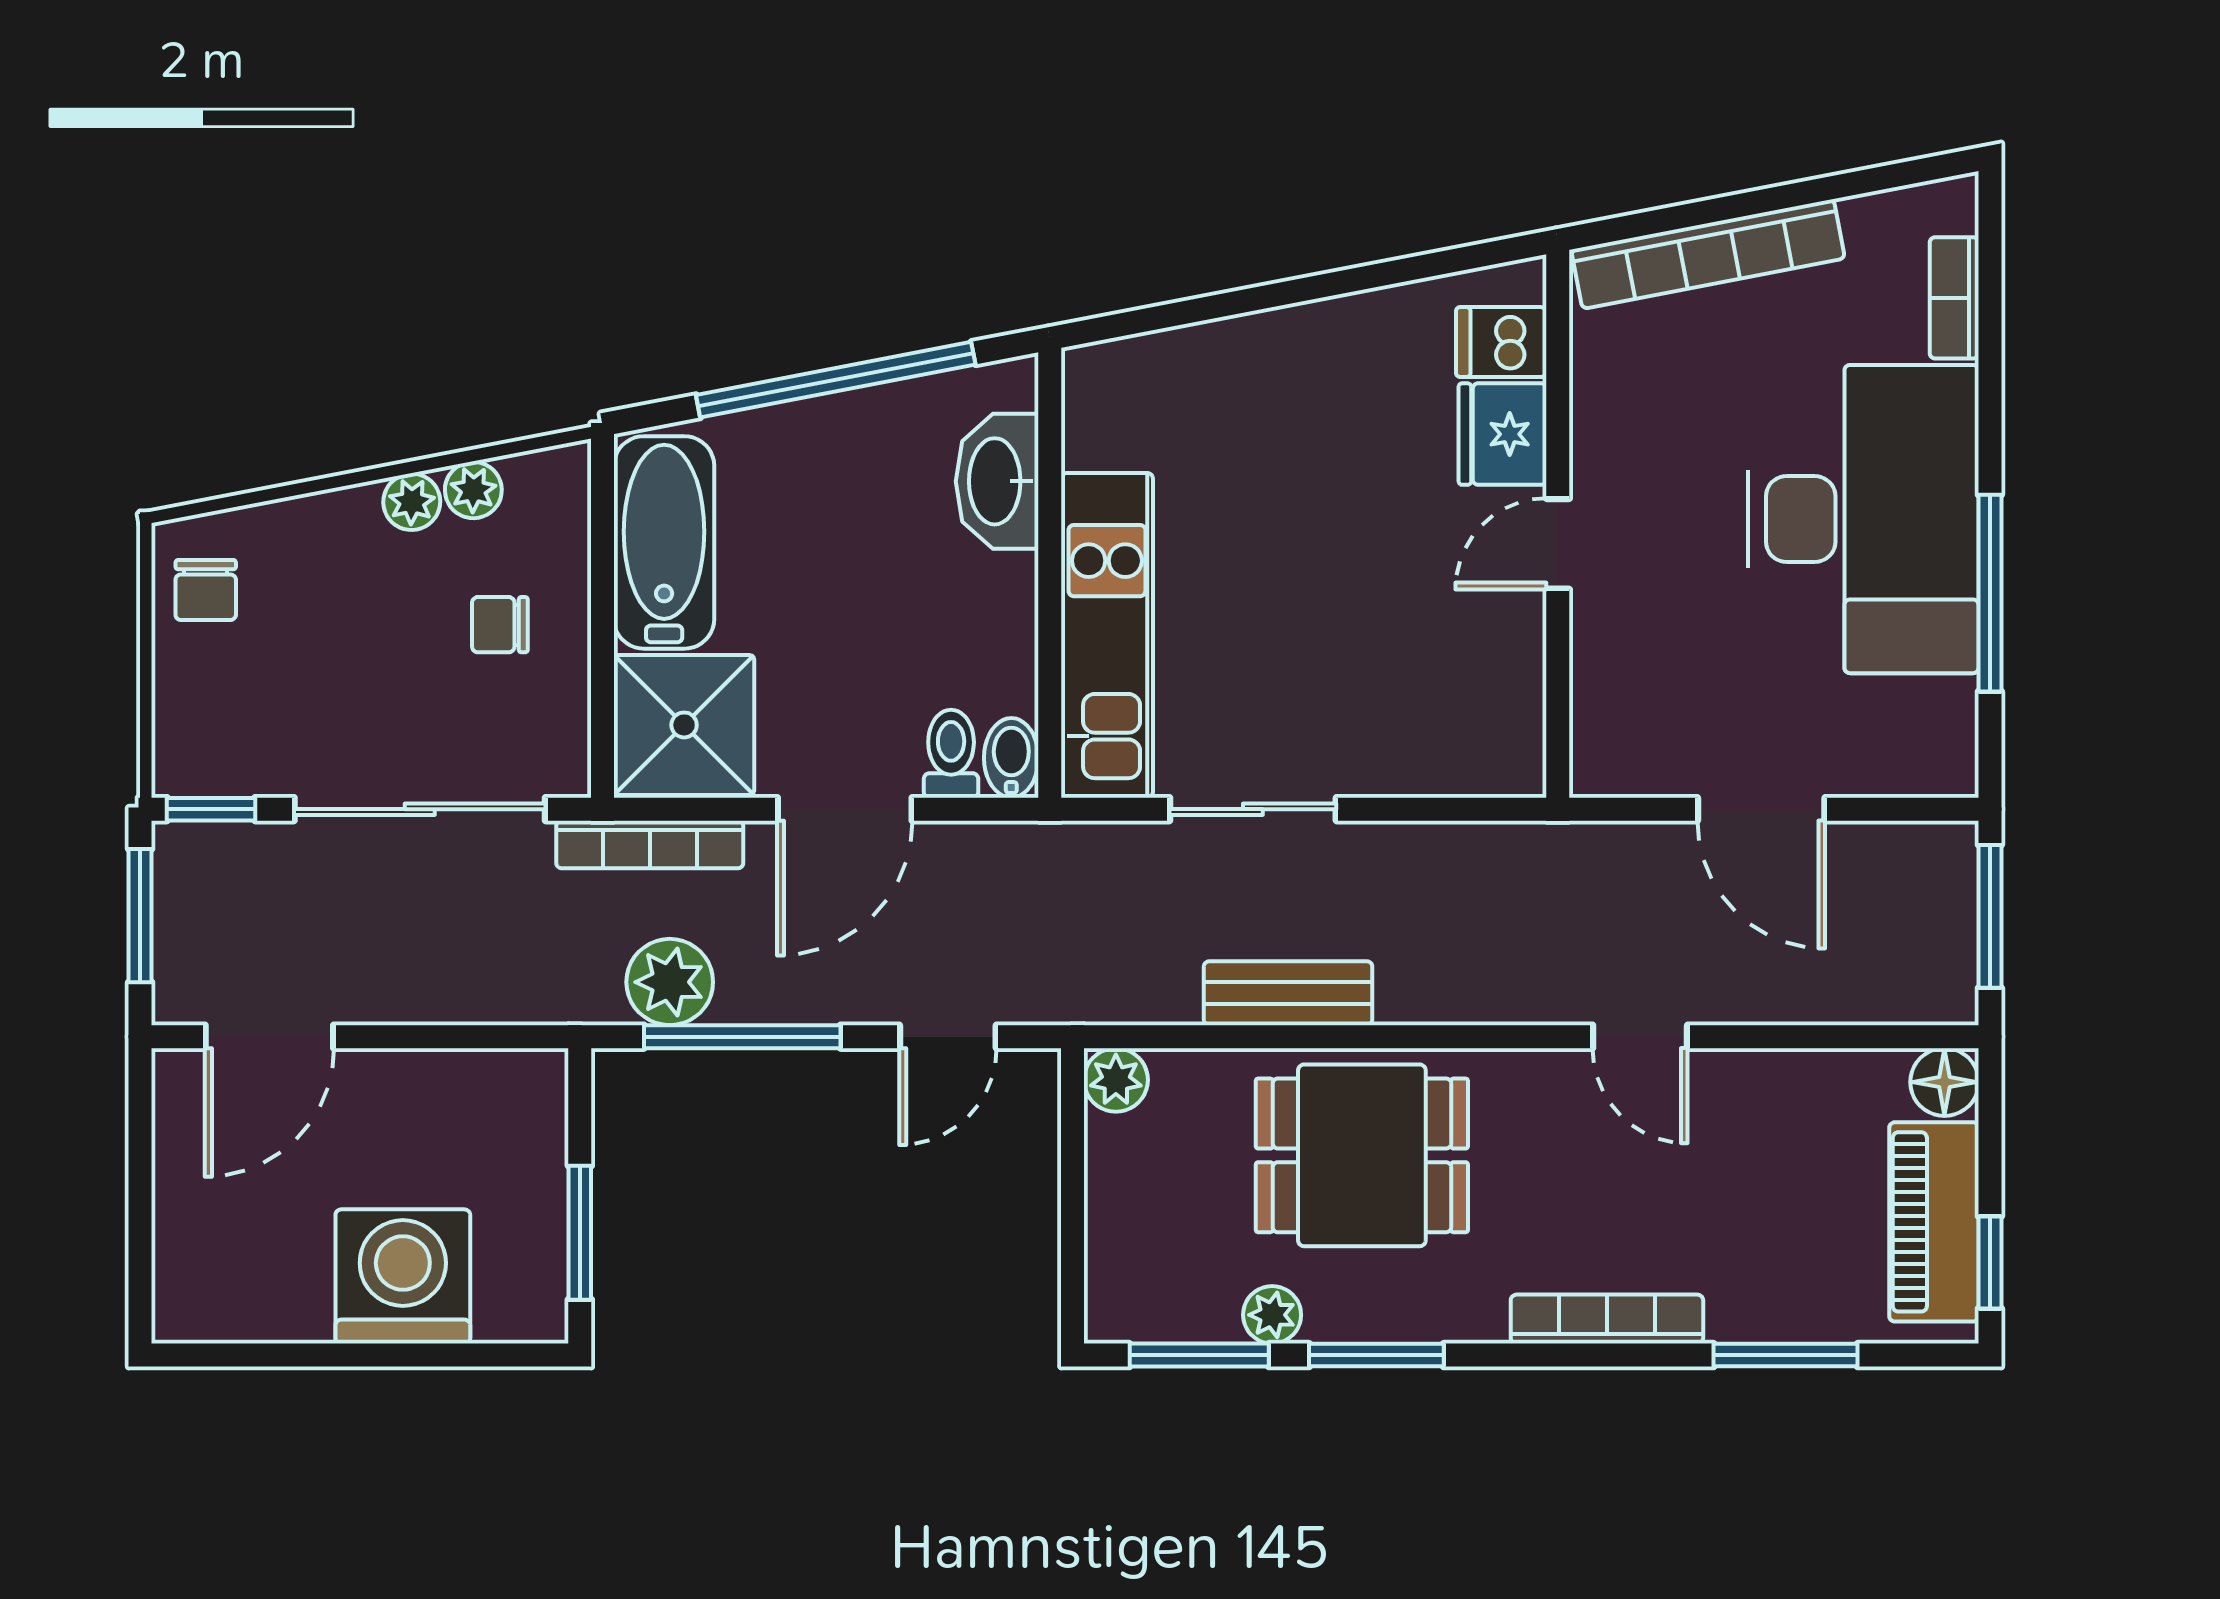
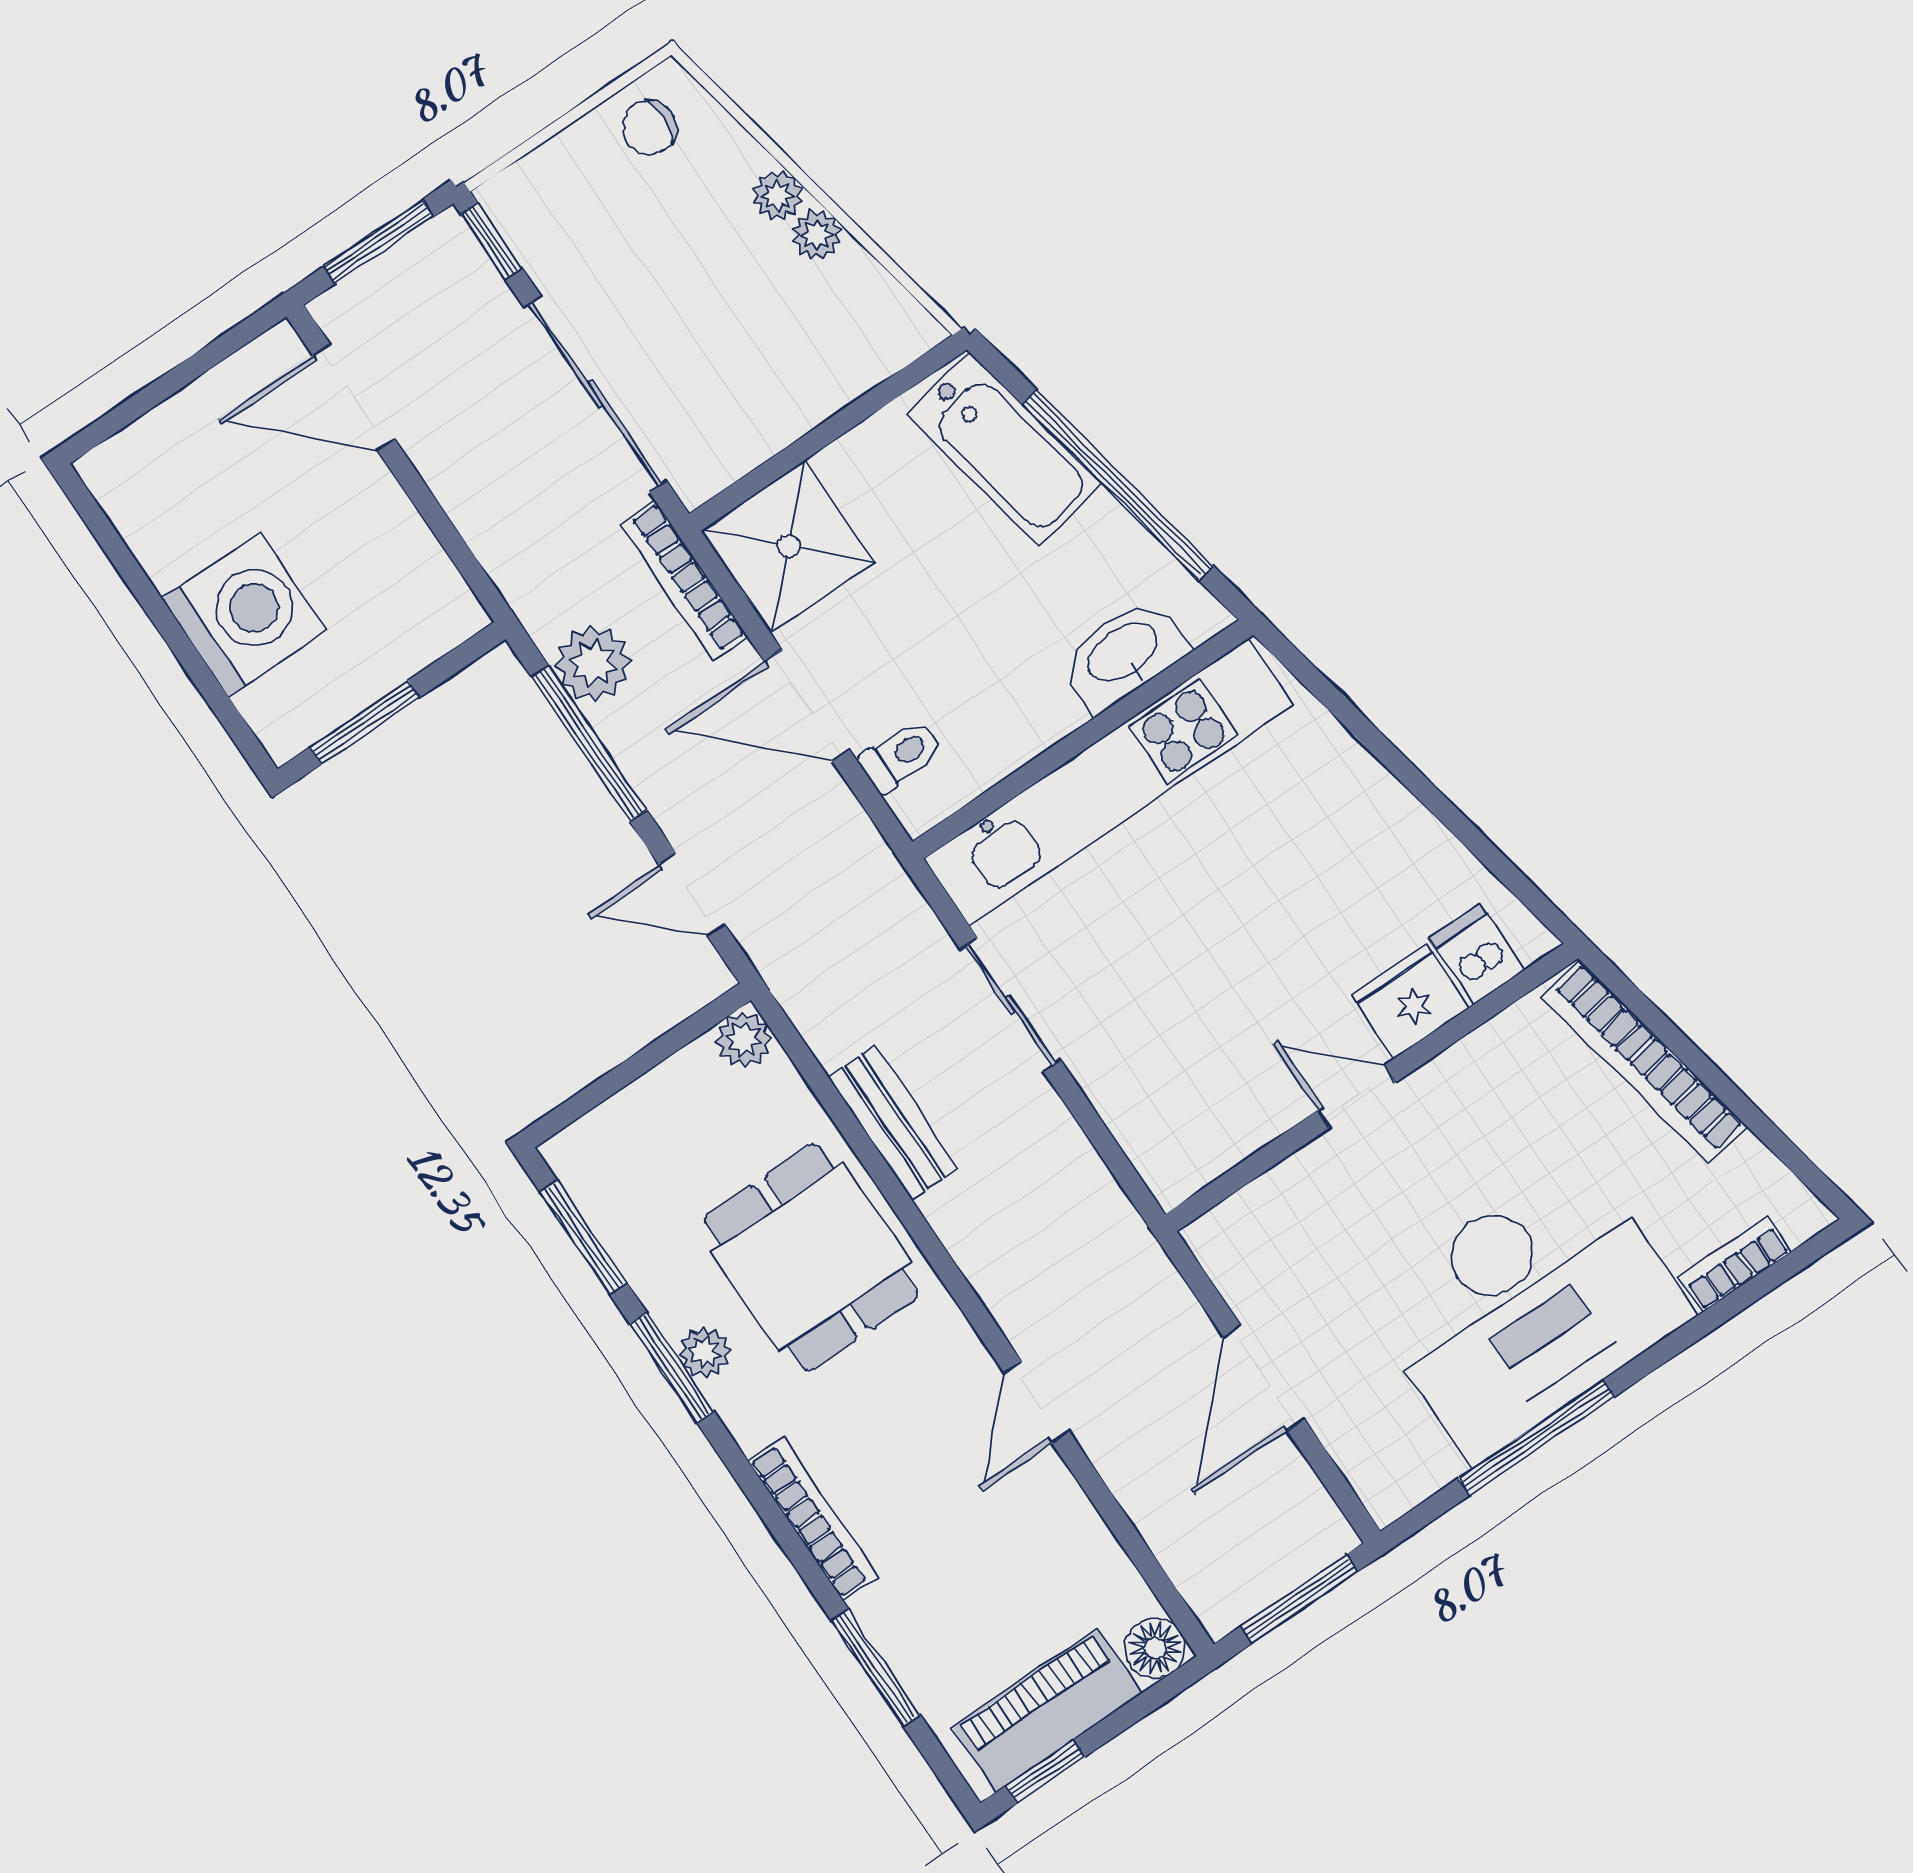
plant: (473, 490) -> (777, 196), moved
bathtub: (664, 542) -> (1004, 449), moved, turned 79
chair: (500, 625) -> (771, 361), removed
kitchen unit: (1107, 635) -> (1109, 782), width x1.36
bidet: (1011, 758) -> (928, 802), removed
plant: (1272, 1315) -> (705, 1352), moved

